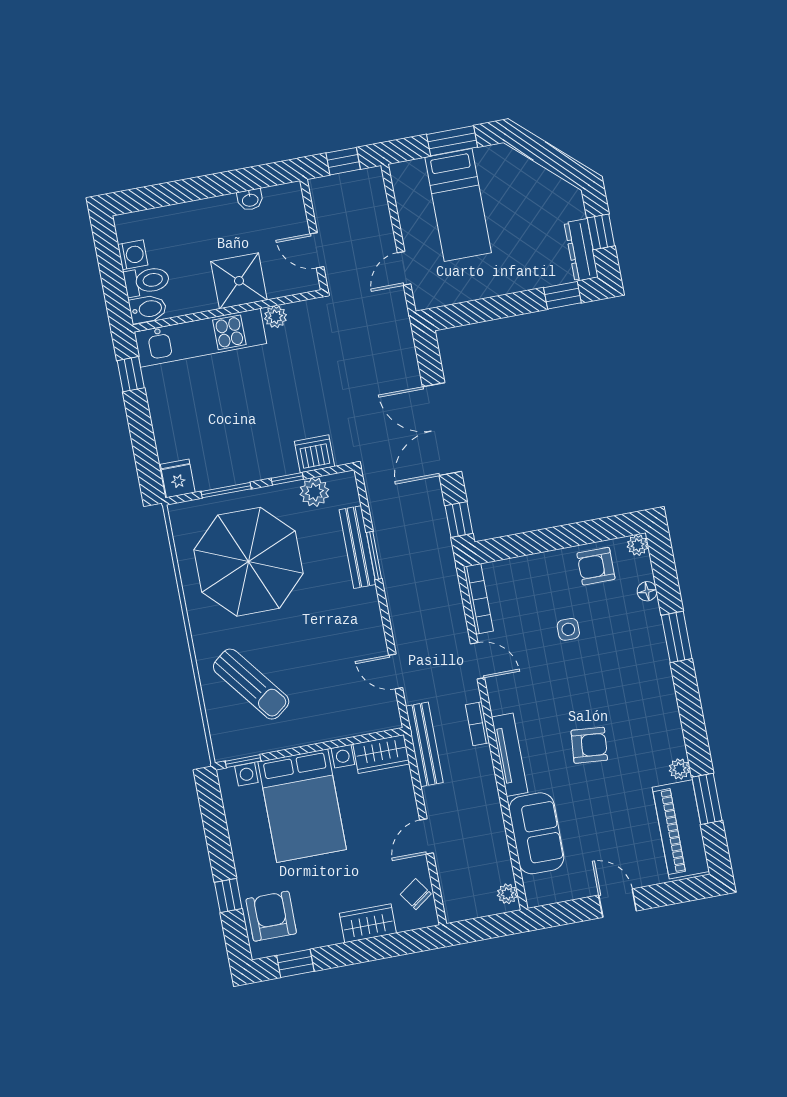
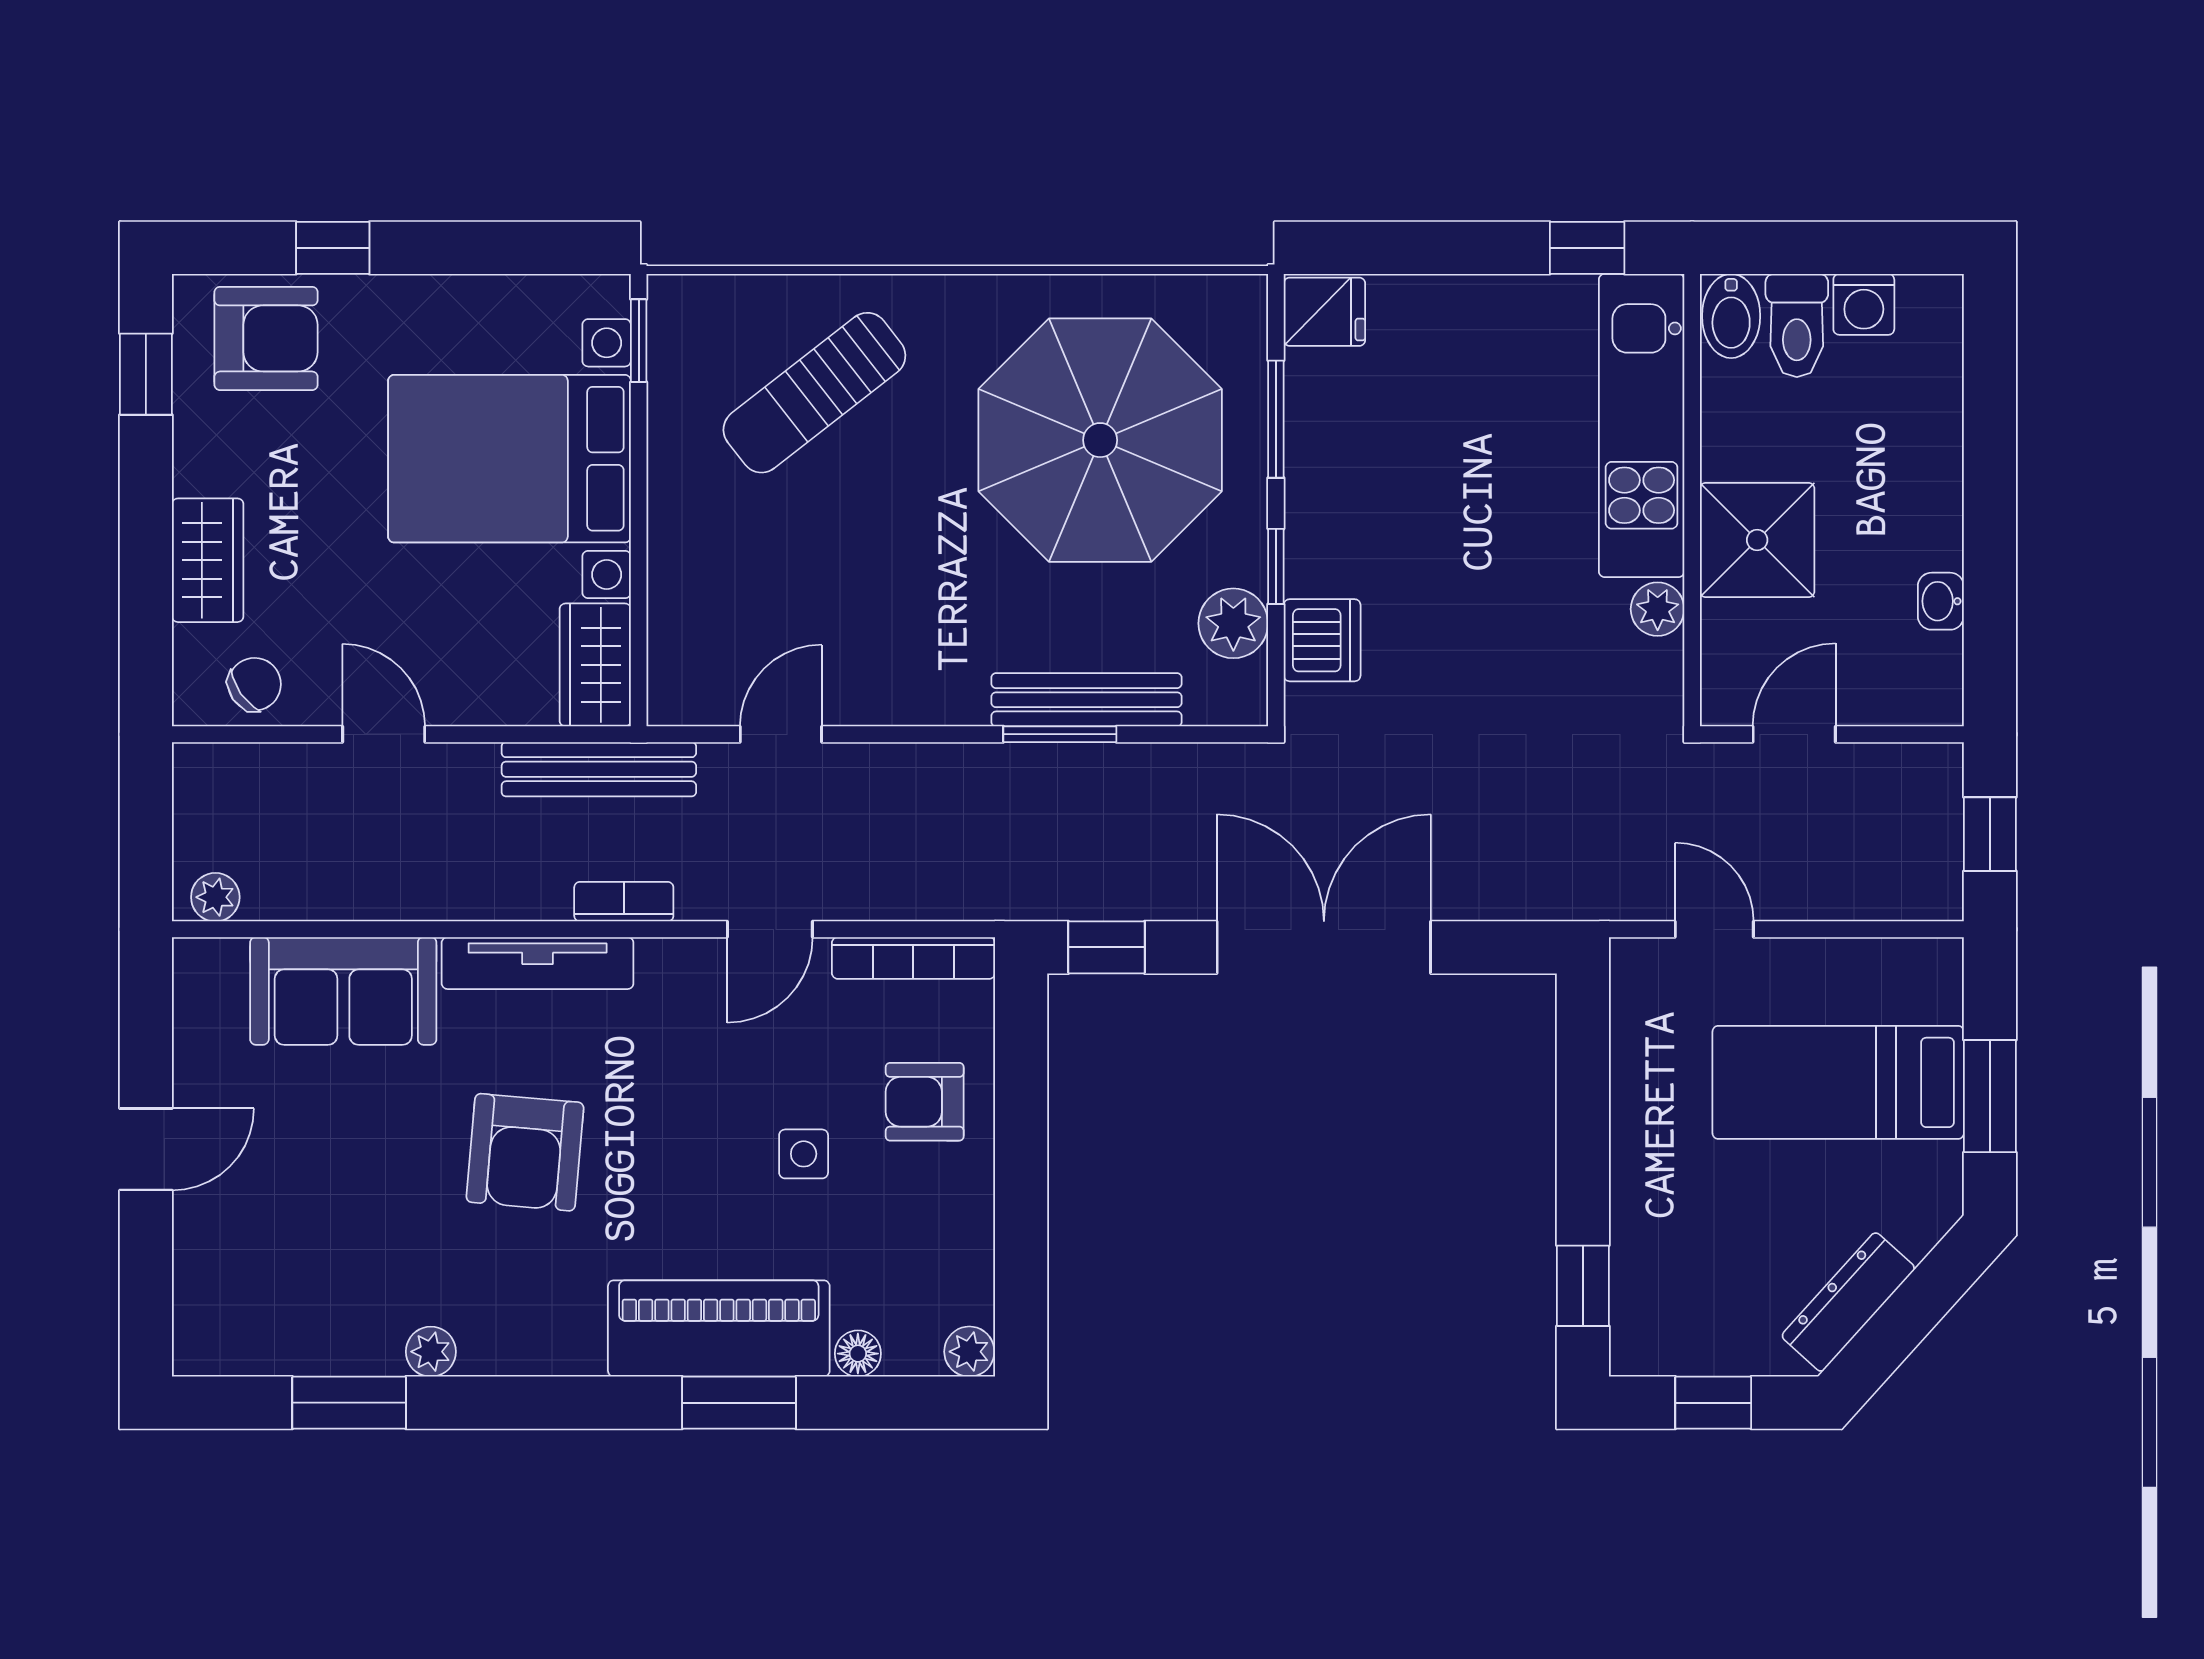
dresser: (581, 250) -> (1848, 1302), moved, turned -48
armchair: (596, 566) -> (925, 1102), moved, turned -90
armchair: (589, 745) -> (525, 1152), width x1.38, depth x1.38
piano: (681, 829) -> (719, 1328), moved

